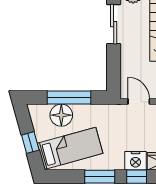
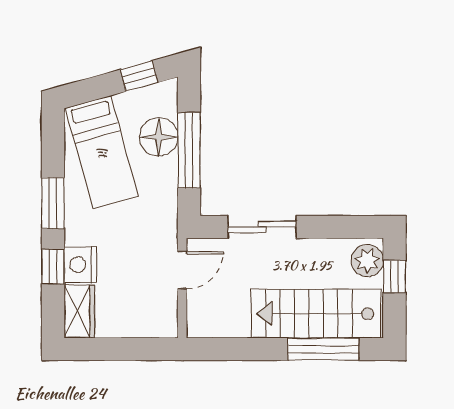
sliding door: (114, 24) -> (262, 227), moved
window: (30, 143) -> (139, 76), moved

